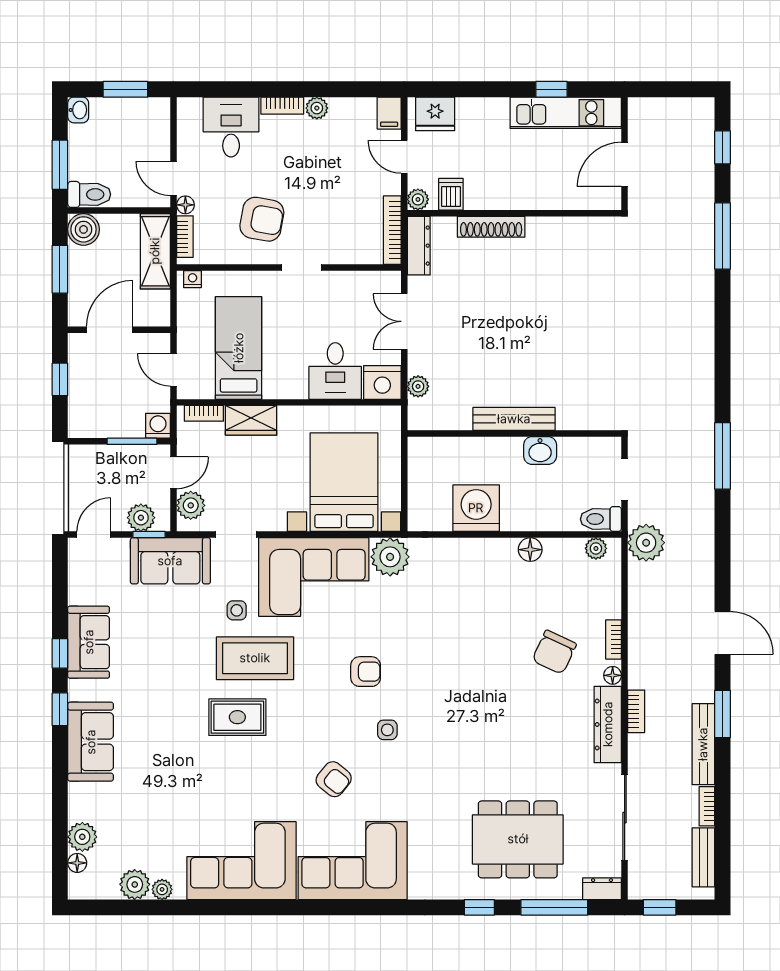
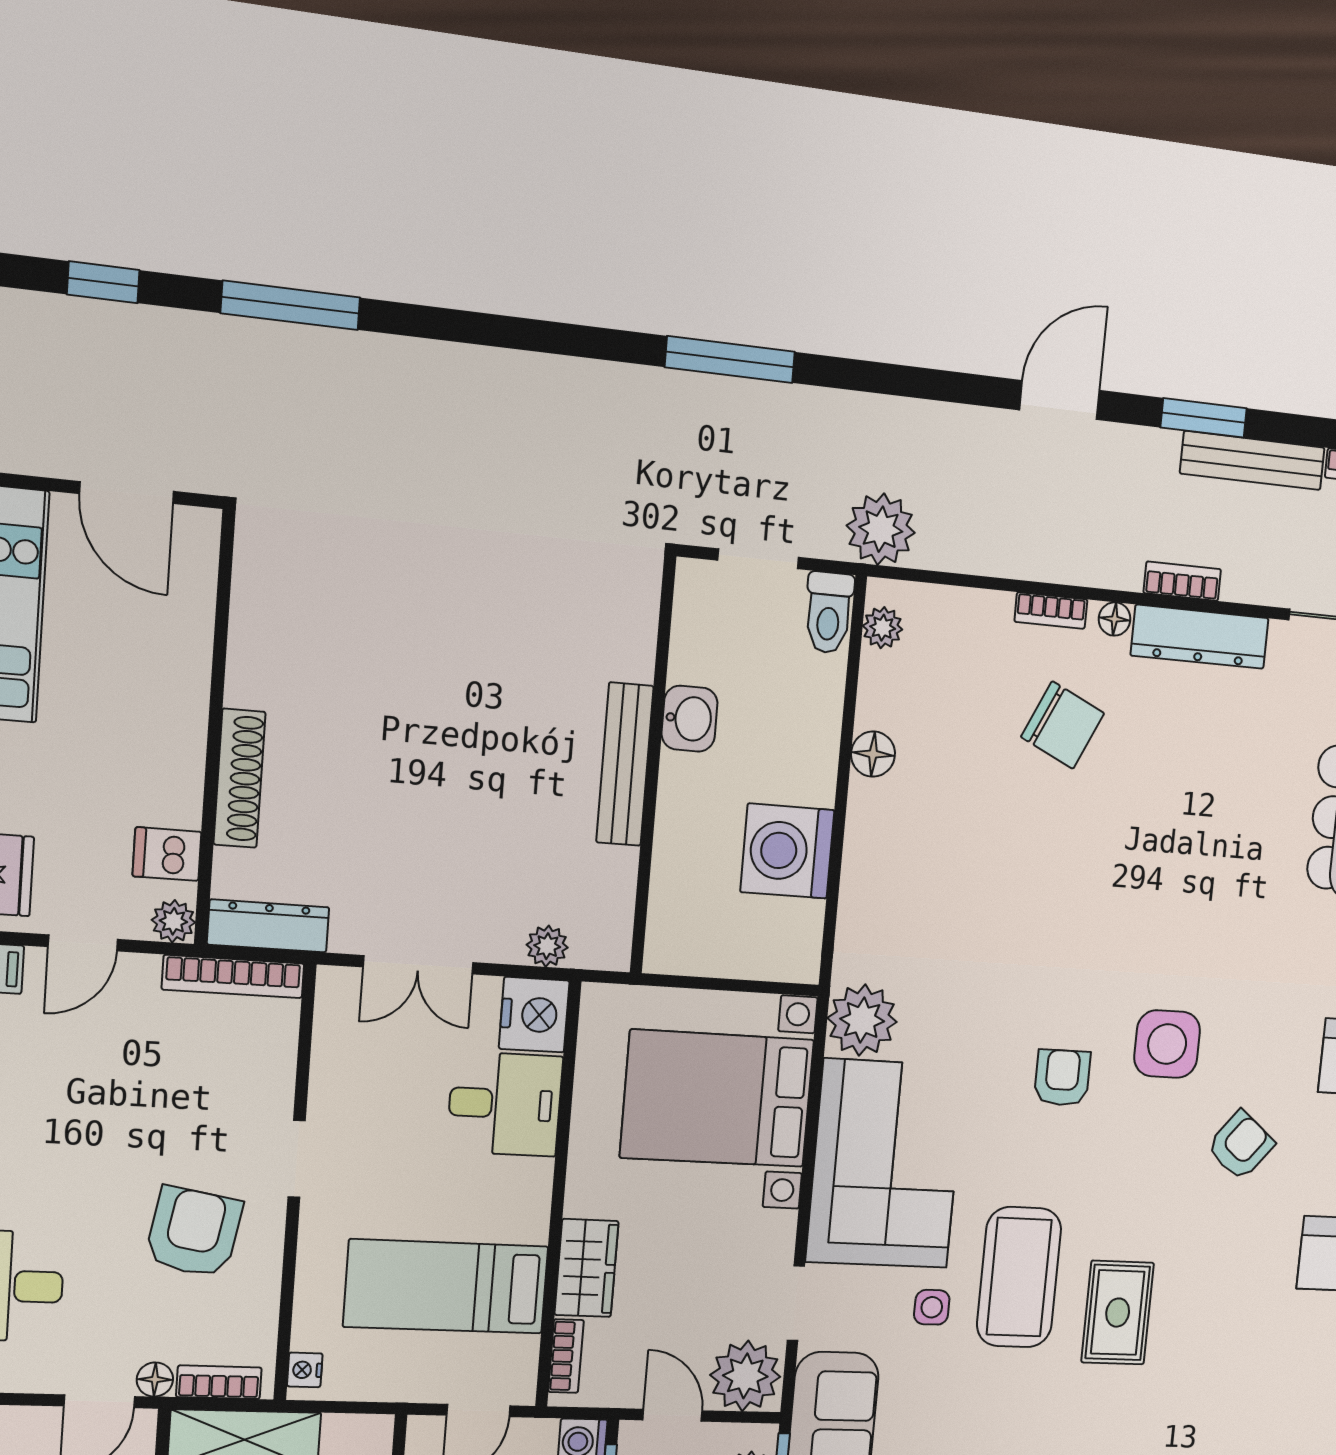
plant: (191, 505) -> (745, 1376), width x1.36, depth x1.36
side table: (387, 730) -> (1167, 1044), width x1.87, depth x1.87

